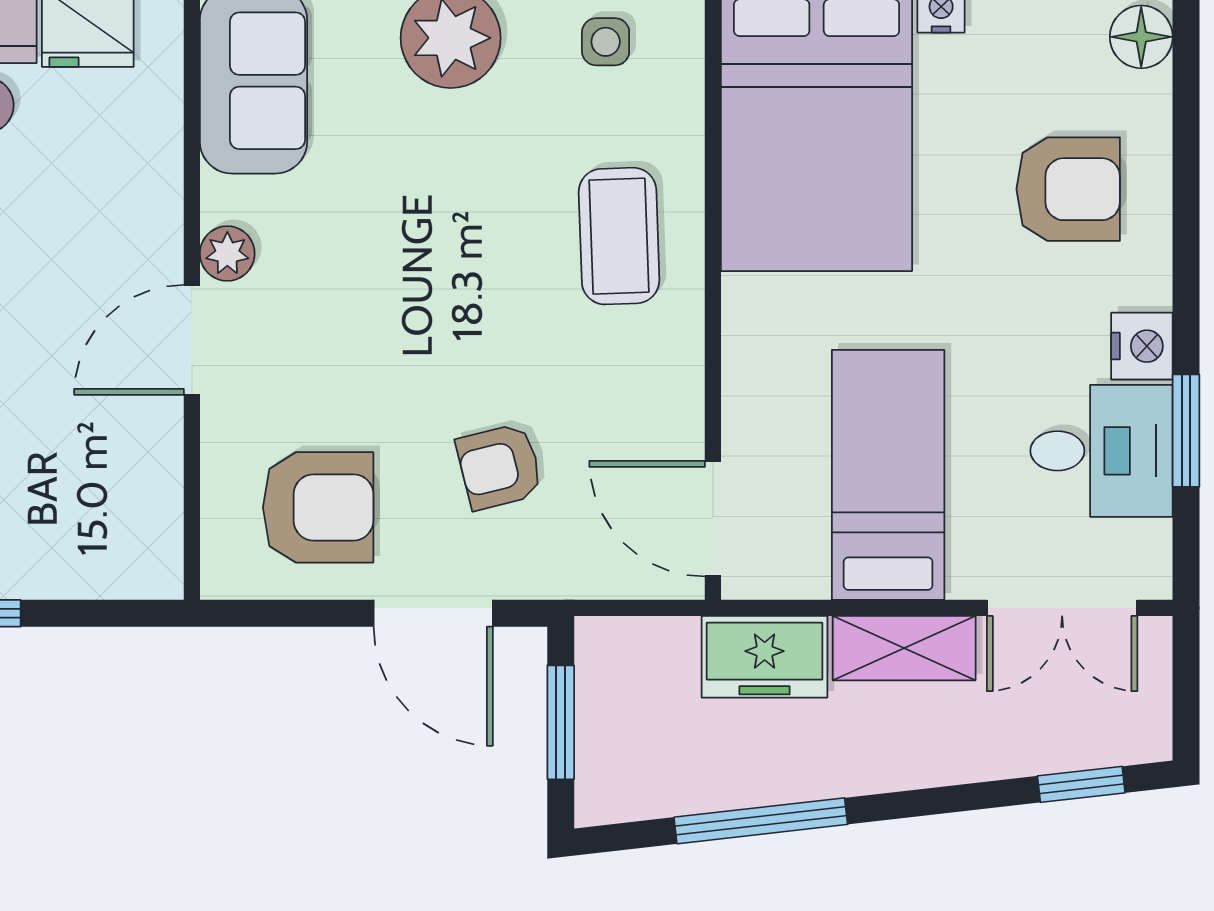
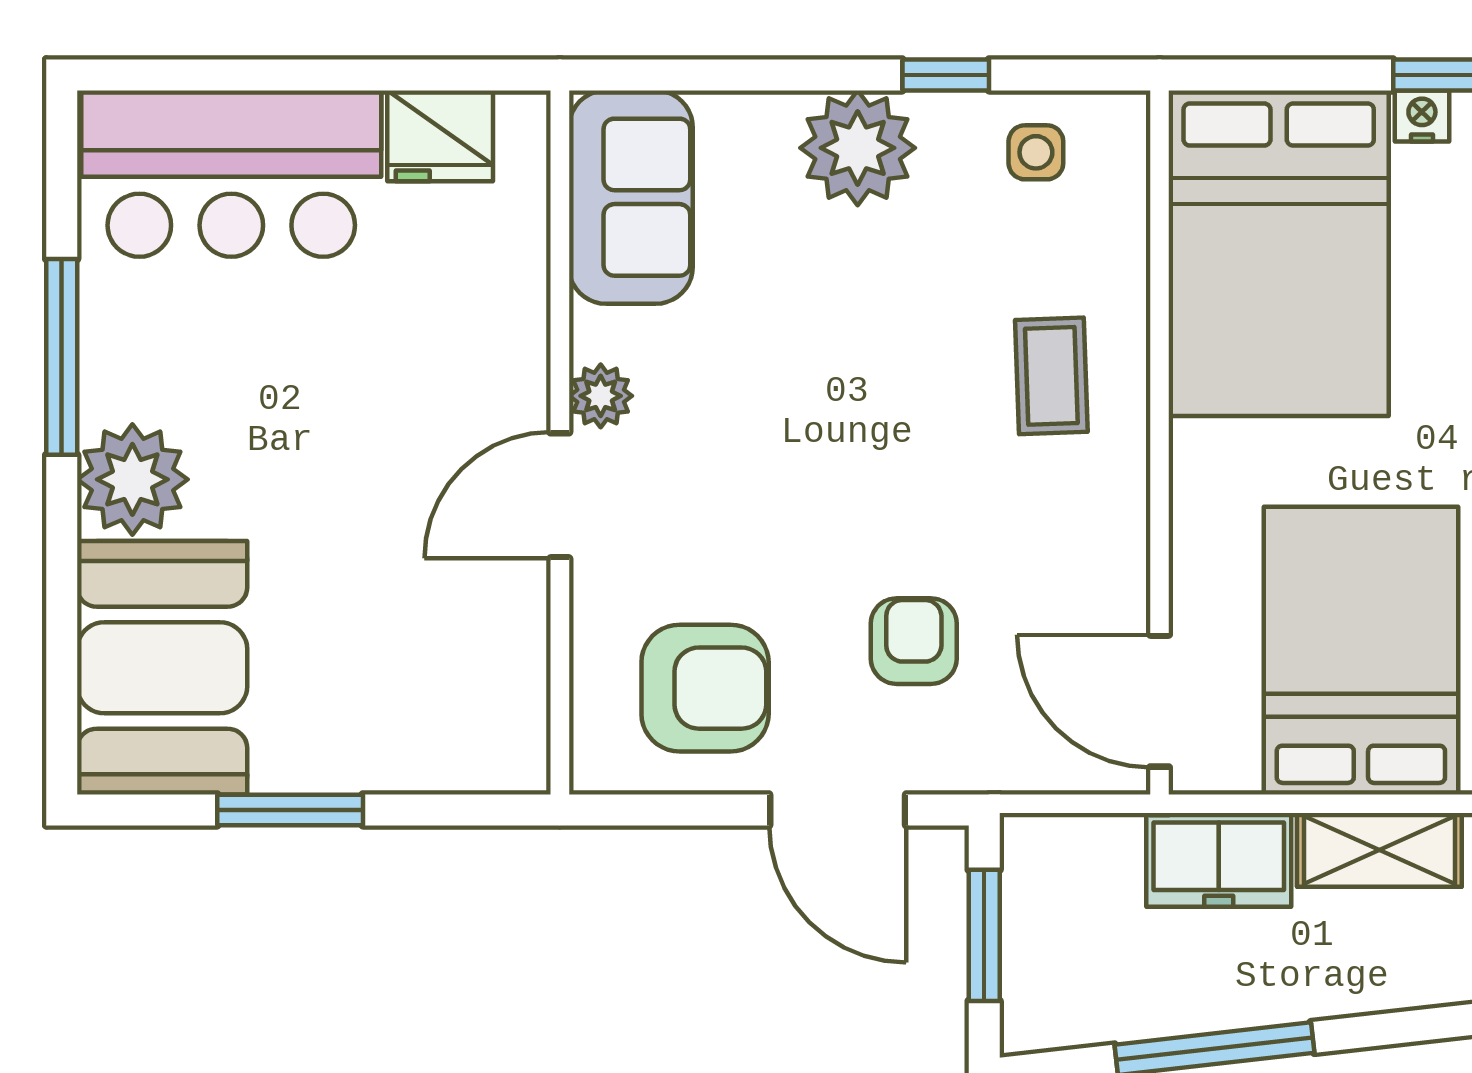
coffee table: (619, 236) -> (1051, 376), width x0.73, depth x0.77
armchair: (499, 467) -> (914, 641), turned 104
bed: (888, 475) -> (1361, 651), width x1.50

